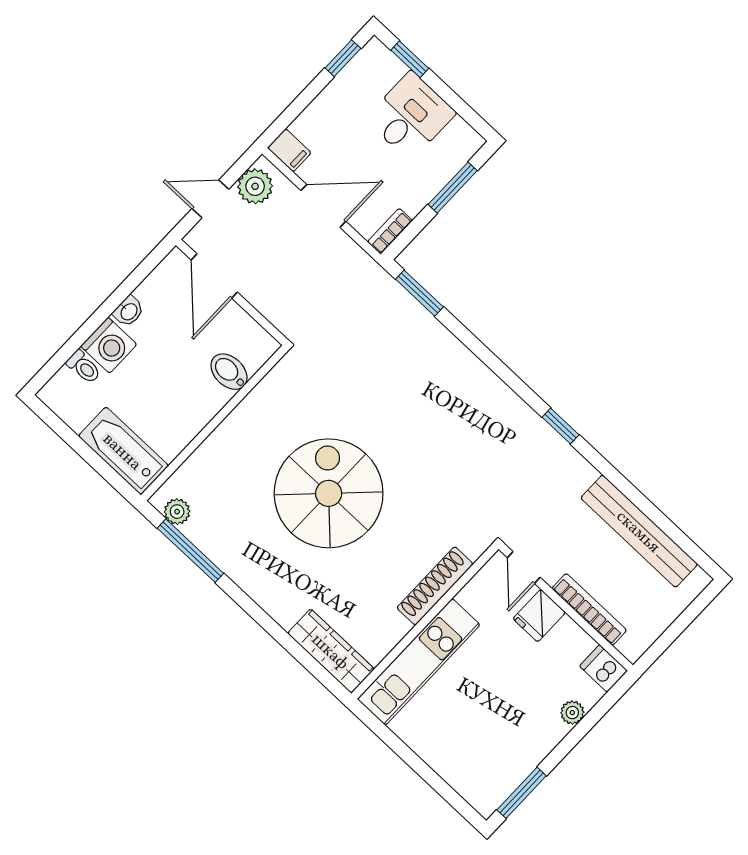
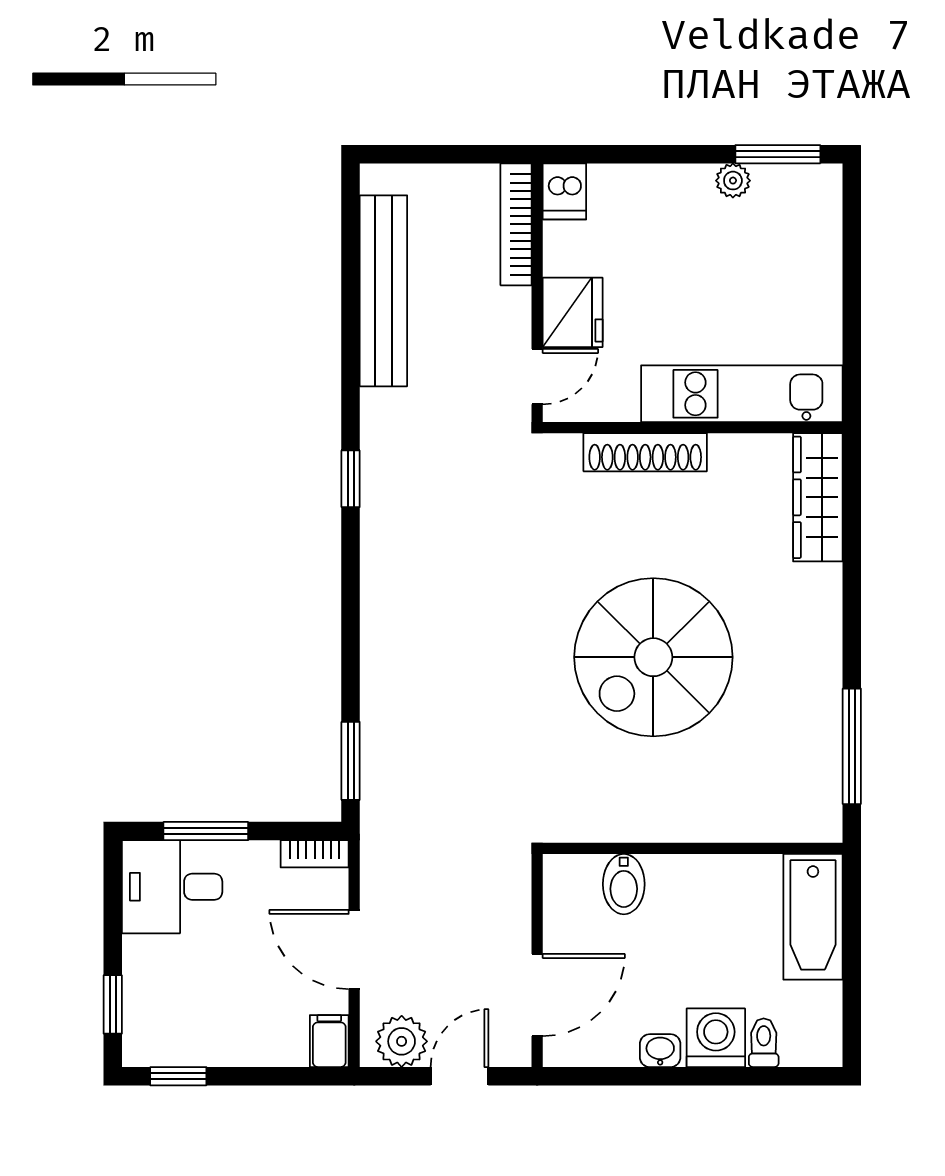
desk: (410, 116) -> (172, 887), moved
door: (210, 199) -> (460, 1076), swing flipped
plant: (177, 512) -> (824, 799), removed
bookcase: (589, 609) -> (516, 224), moved
fridge: (539, 616) -> (573, 312), width x1.38
plant: (572, 713) -> (733, 181), moved

